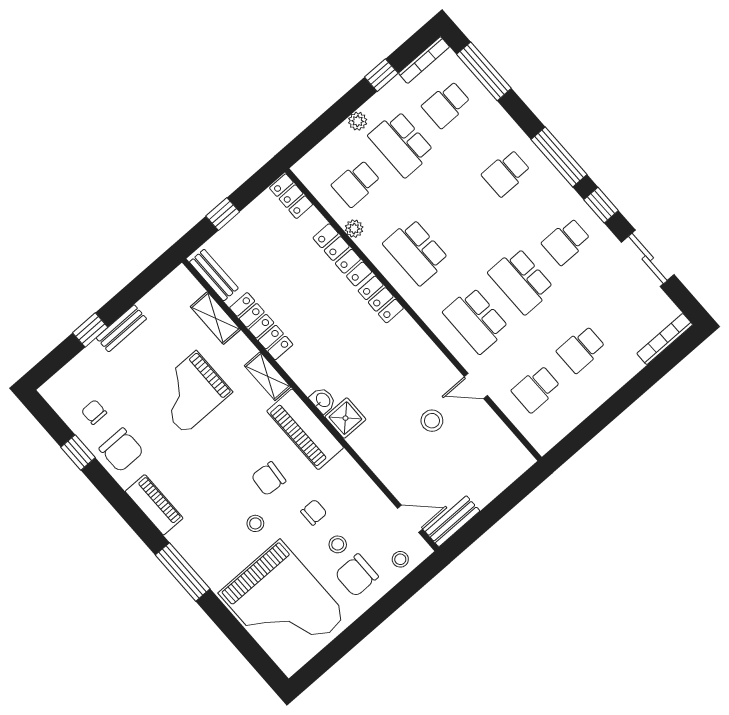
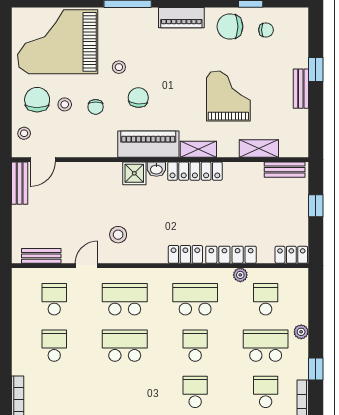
school desk: (566, 241) -> (195, 346), moved
locker: (261, 326) -> (195, 171), moved
stool: (432, 421) -> (118, 235), moved
bench: (505, 438) -> (41, 256), added

